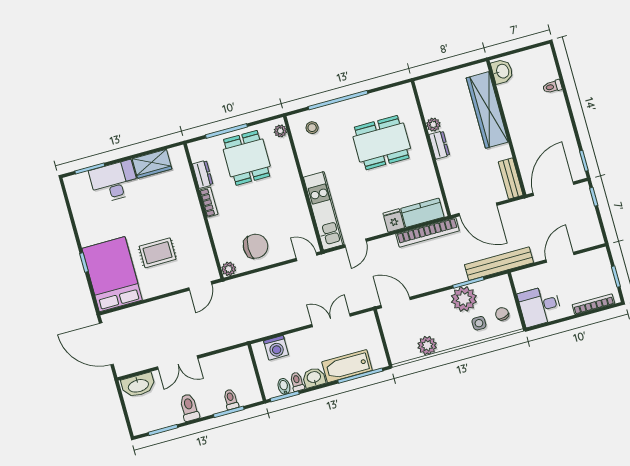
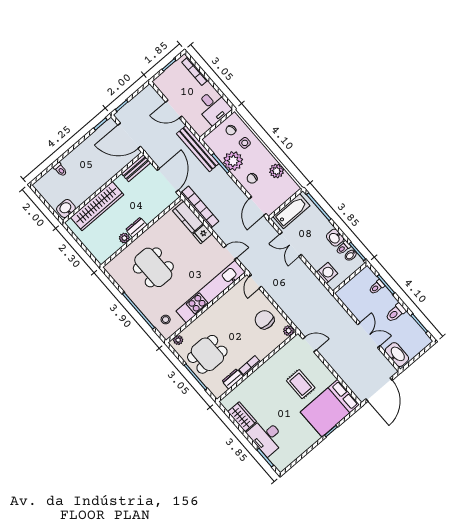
kitchen unit: (324, 211) -> (211, 292), width x1.36
chair: (432, 312) -> (252, 178), added
bathtub: (347, 366) -> (292, 211), moved, turned -90

